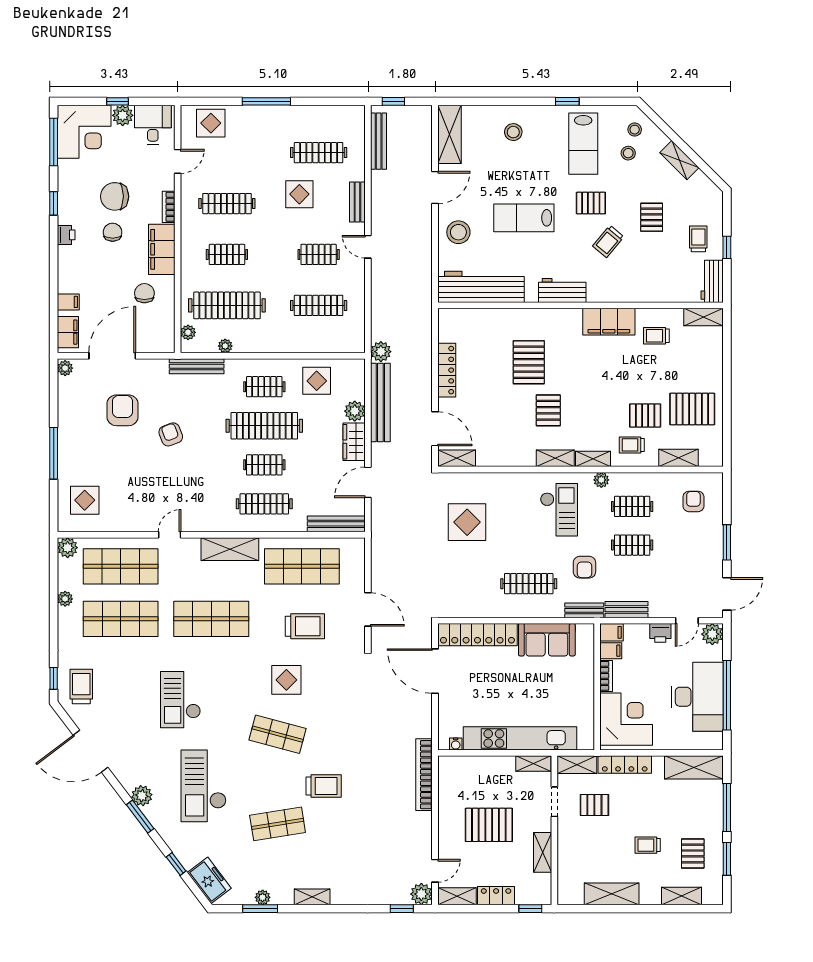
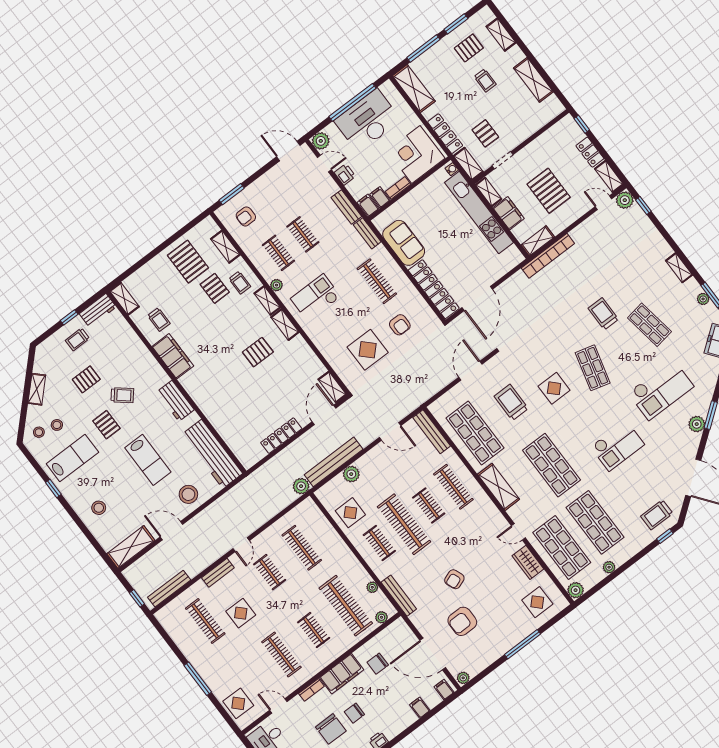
filing cabinet: (68, 332) -> (444, 690), width x0.50
pallet: (529, 362) -> (237, 387), removed
wardrobe: (354, 442) -> (528, 562), moved, turned 90
window: (727, 542) -> (232, 194), moved
armchair: (584, 567) -> (400, 325), moved, turned 90
water cooler: (456, 744) -> (452, 169), moved
filing cabinet: (497, 767) -> (509, 213), added
shelving: (543, 852) -> (538, 241), moved

